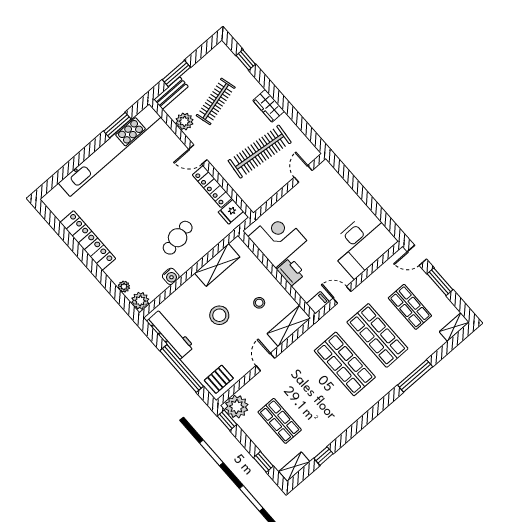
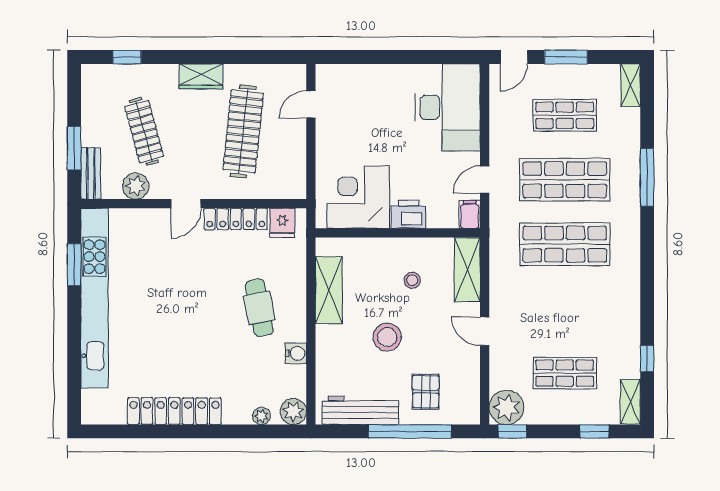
door: (303, 174) -> (311, 105), hinge flipped
pallet: (219, 379) -> (426, 392), moved

